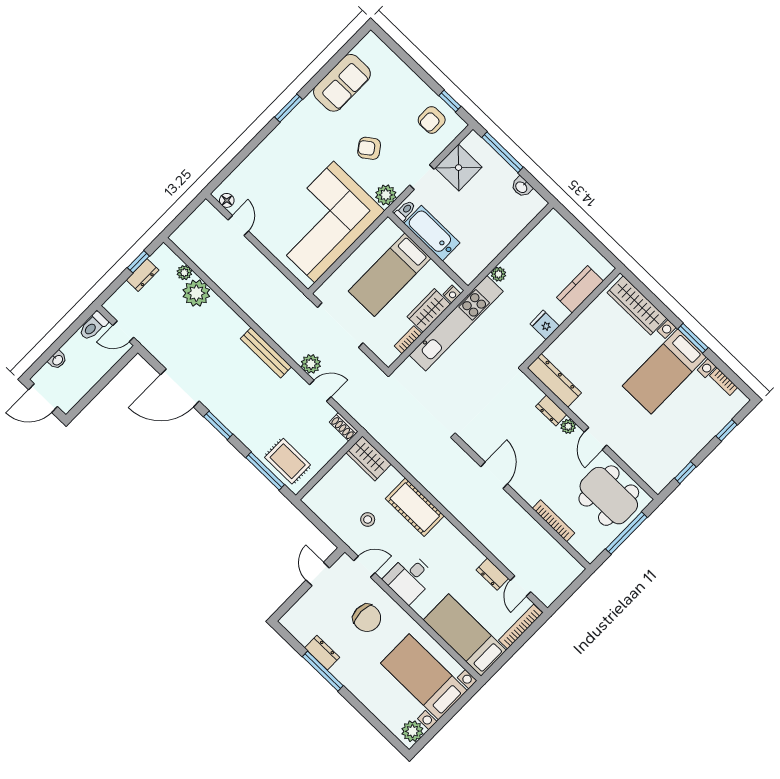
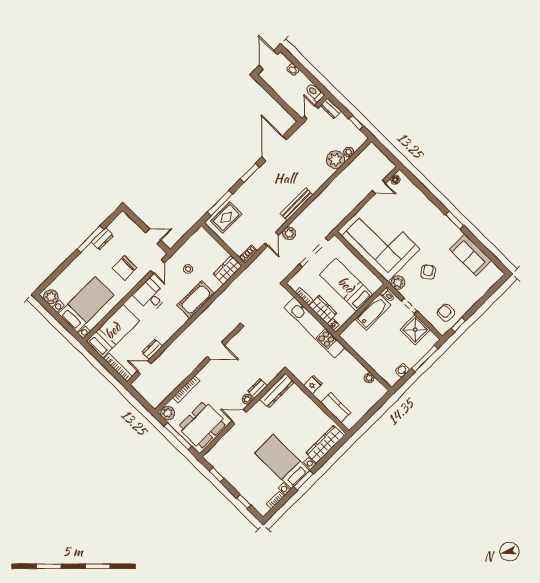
plant: (499, 274) -> (369, 378), moved
dresser: (143, 275) -> (331, 108), moved
plant: (591, 549) -> (168, 413), added

